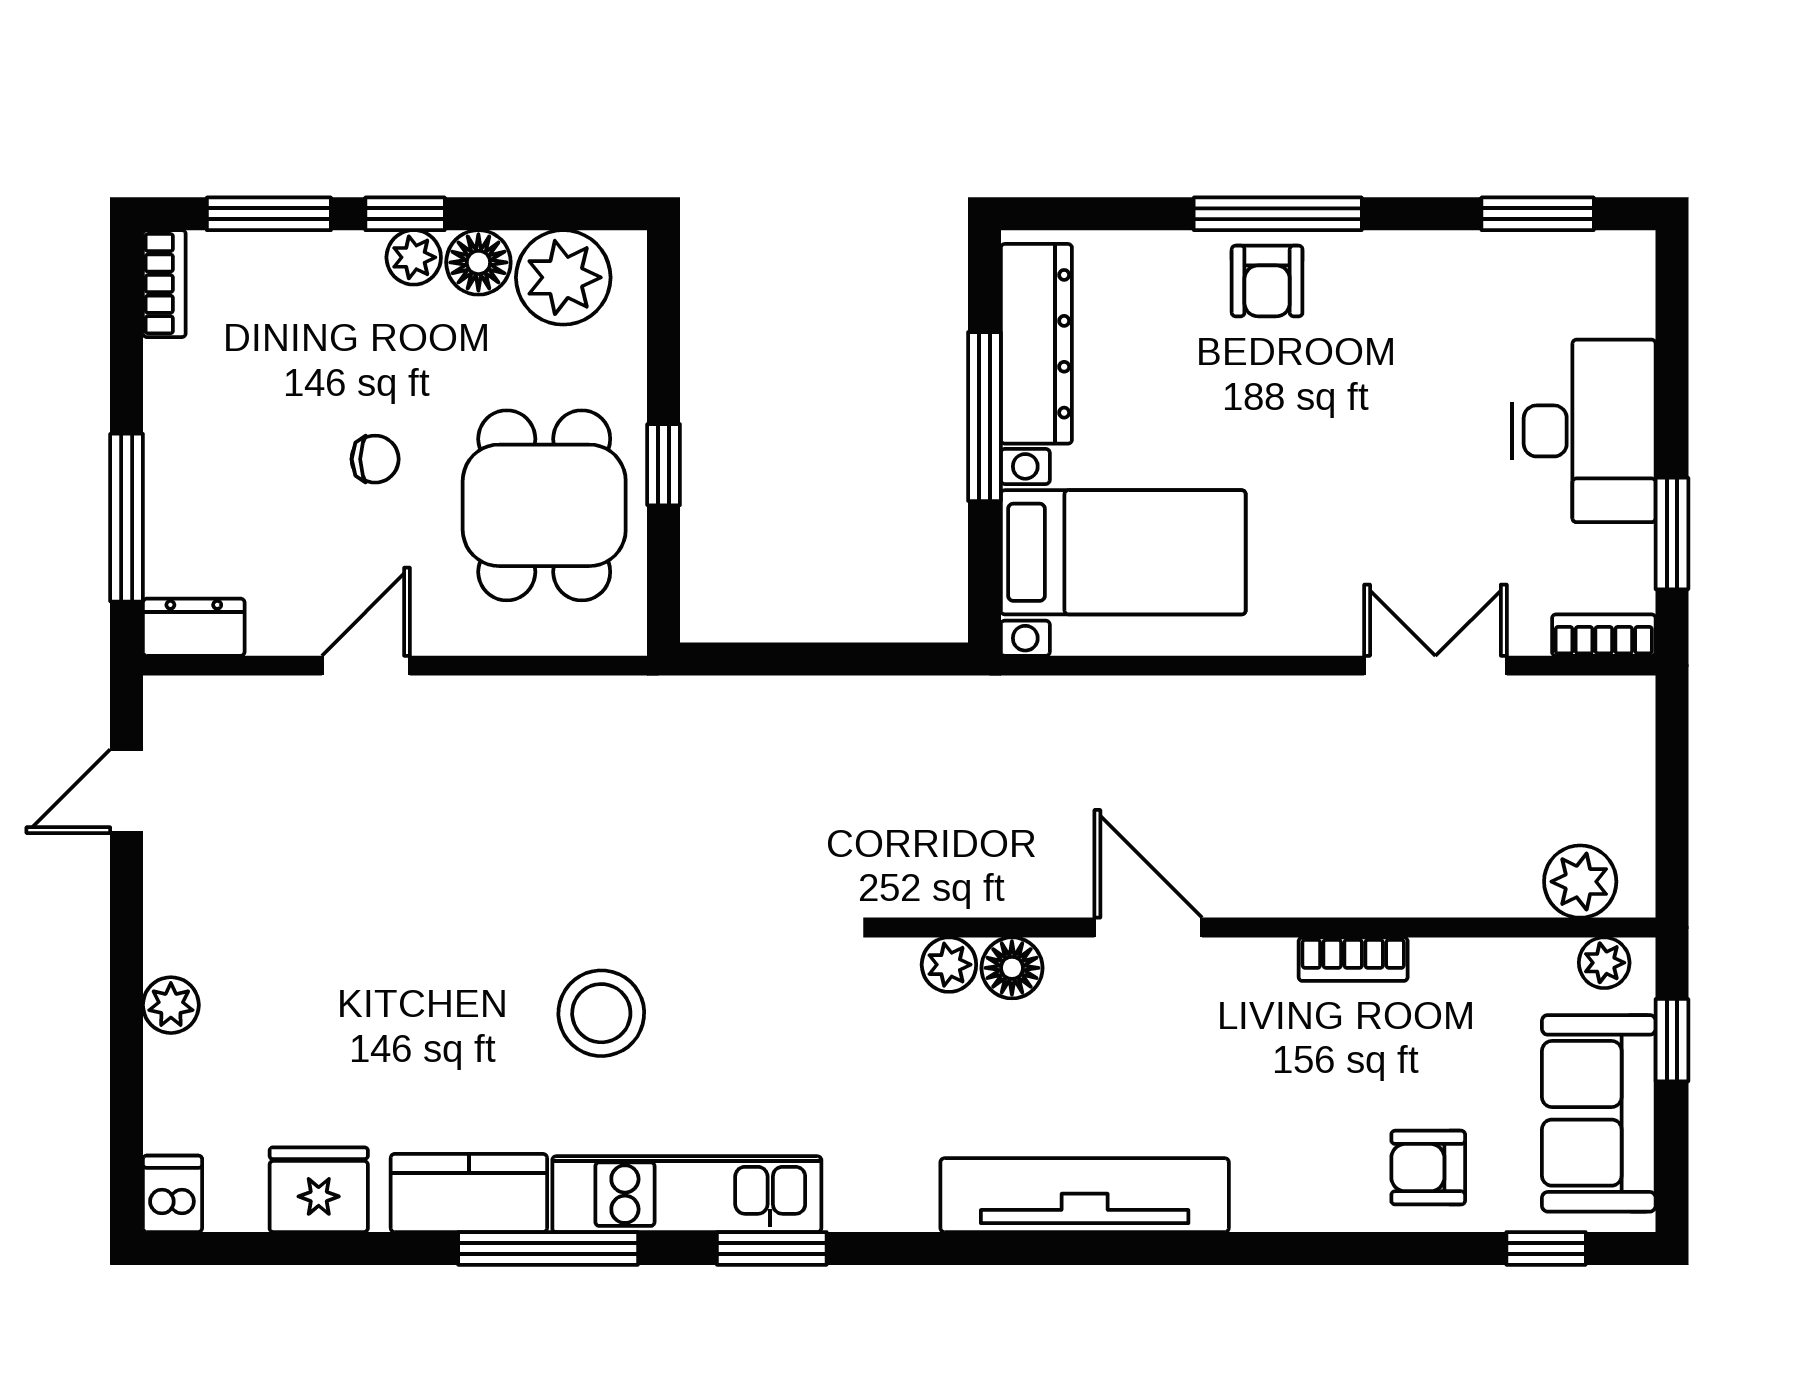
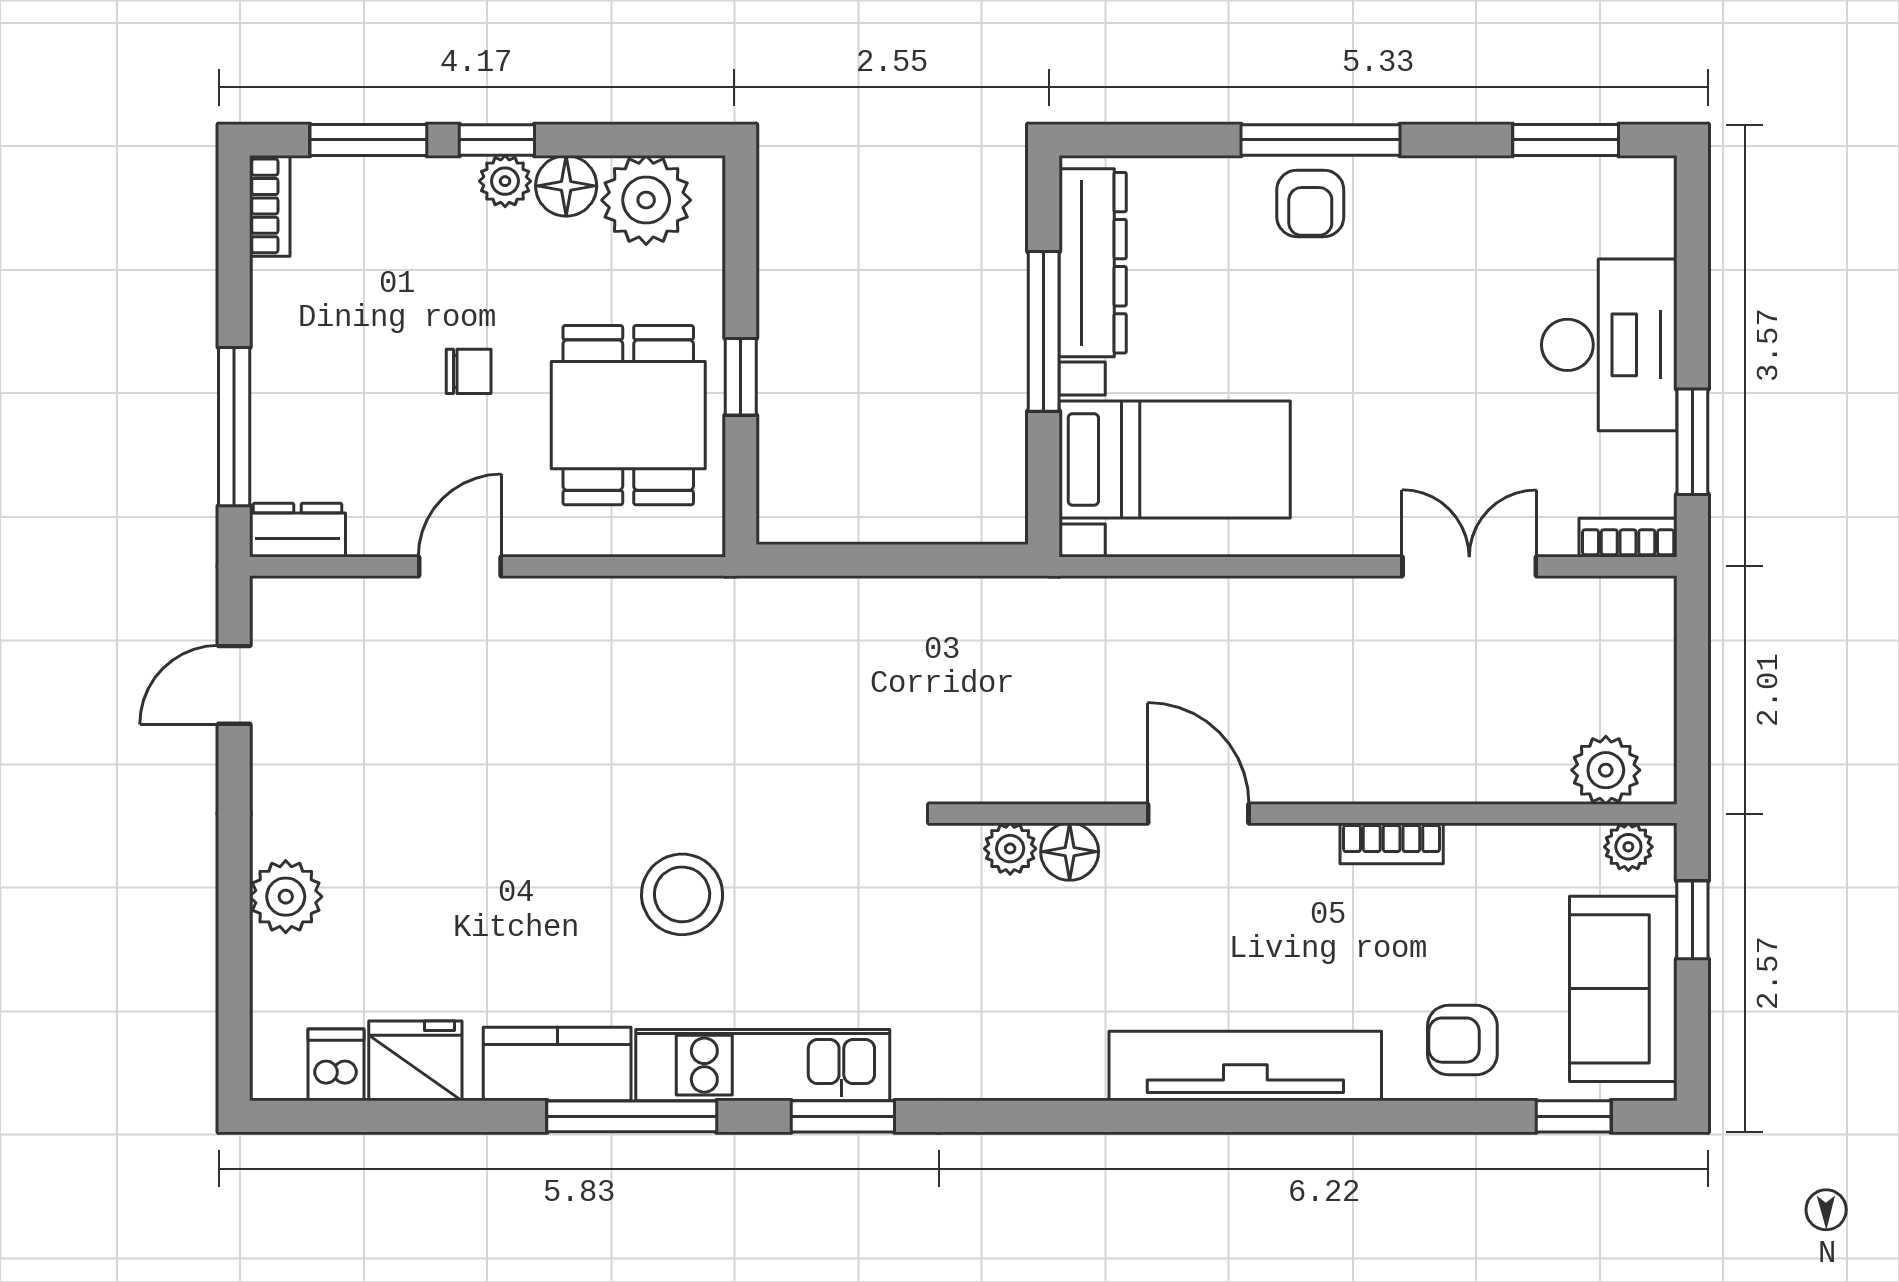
plant: (171, 1005) -> (286, 897), width x1.38, depth x1.38
dishwasher: (173, 1194) -> (336, 1065), moved
tv unit: (1085, 1195) -> (1245, 1066), moved

